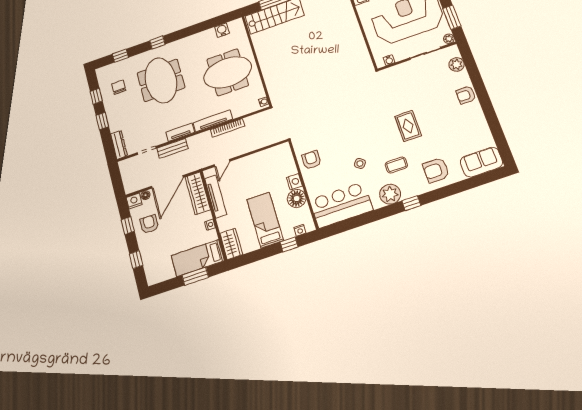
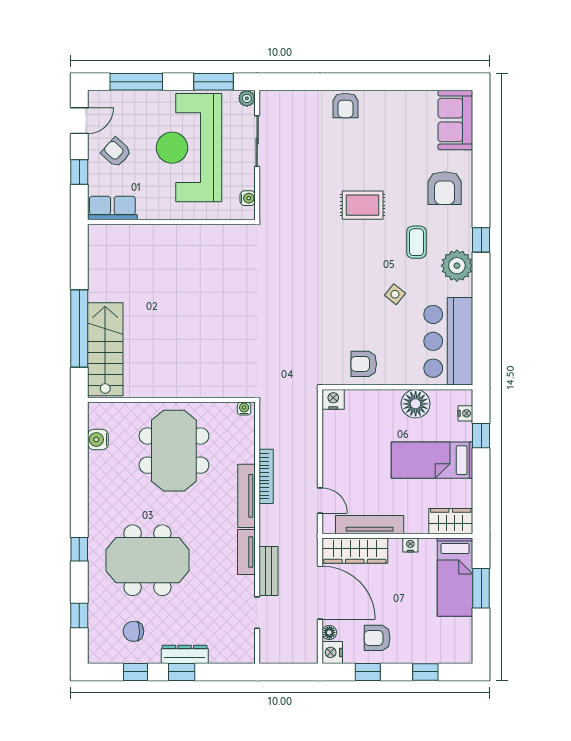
plant: (457, 64) -> (292, 102), removed
dresser: (119, 145) -> (185, 654), moved
nightstand: (294, 182) -> (333, 399), moved

